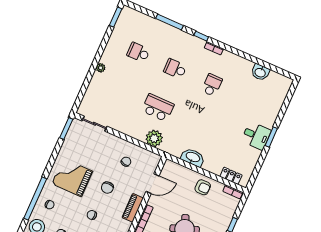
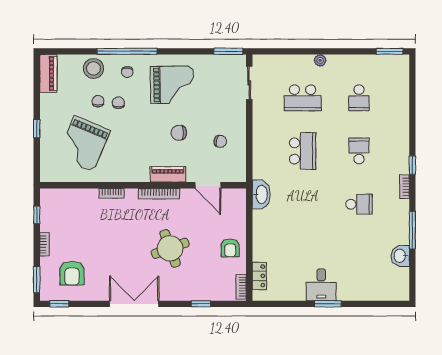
window: (169, 22) -> (412, 230), moved
school desk: (138, 52) -> (359, 98), turned 180
school desk: (121, 91) -> (303, 98), added
plant: (154, 138) -> (263, 163), removed
washbasin: (193, 157) -> (261, 194), moved
grand piano: (72, 178) -> (172, 85), turned 89
chair: (92, 215) -> (118, 103), moved

